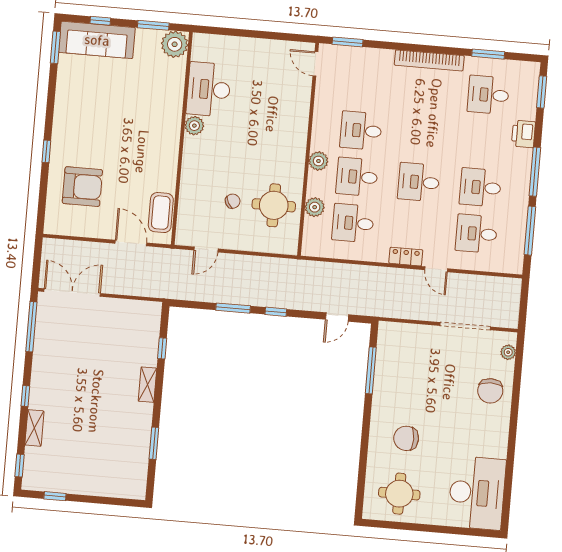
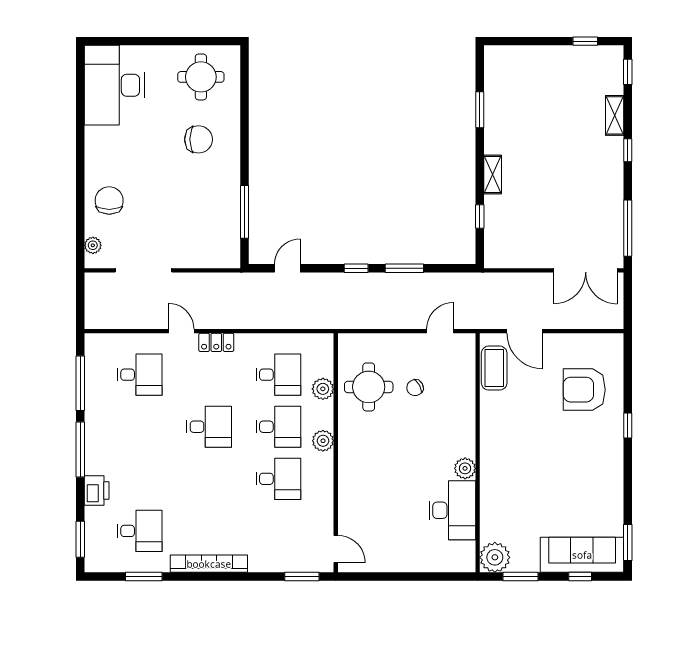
desk: (480, 187) -> (140, 427), removed

